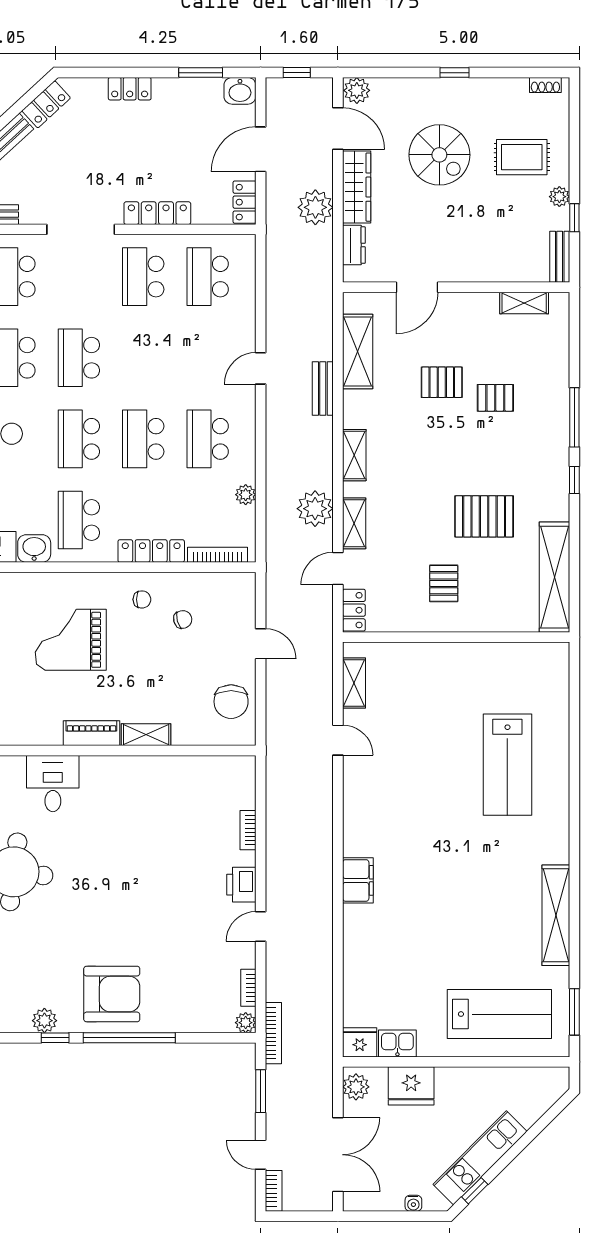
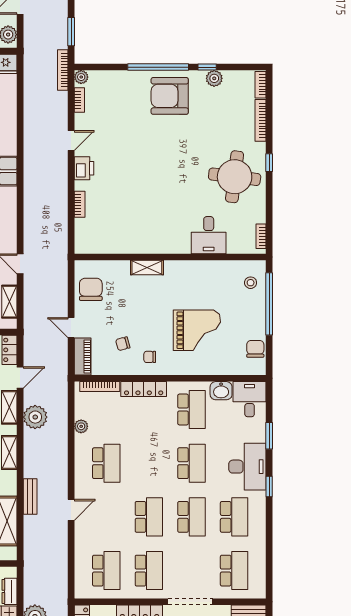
school desk: (143, 439) -> (149, 517), moved
piano: (91, 733) -> (83, 357), moved, turned -90

